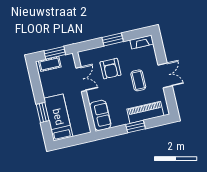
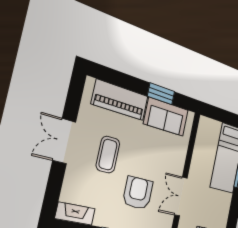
sofa: (100, 115) -> (166, 117), moved, turned -90
window: (136, 127) -> (161, 94), moved

